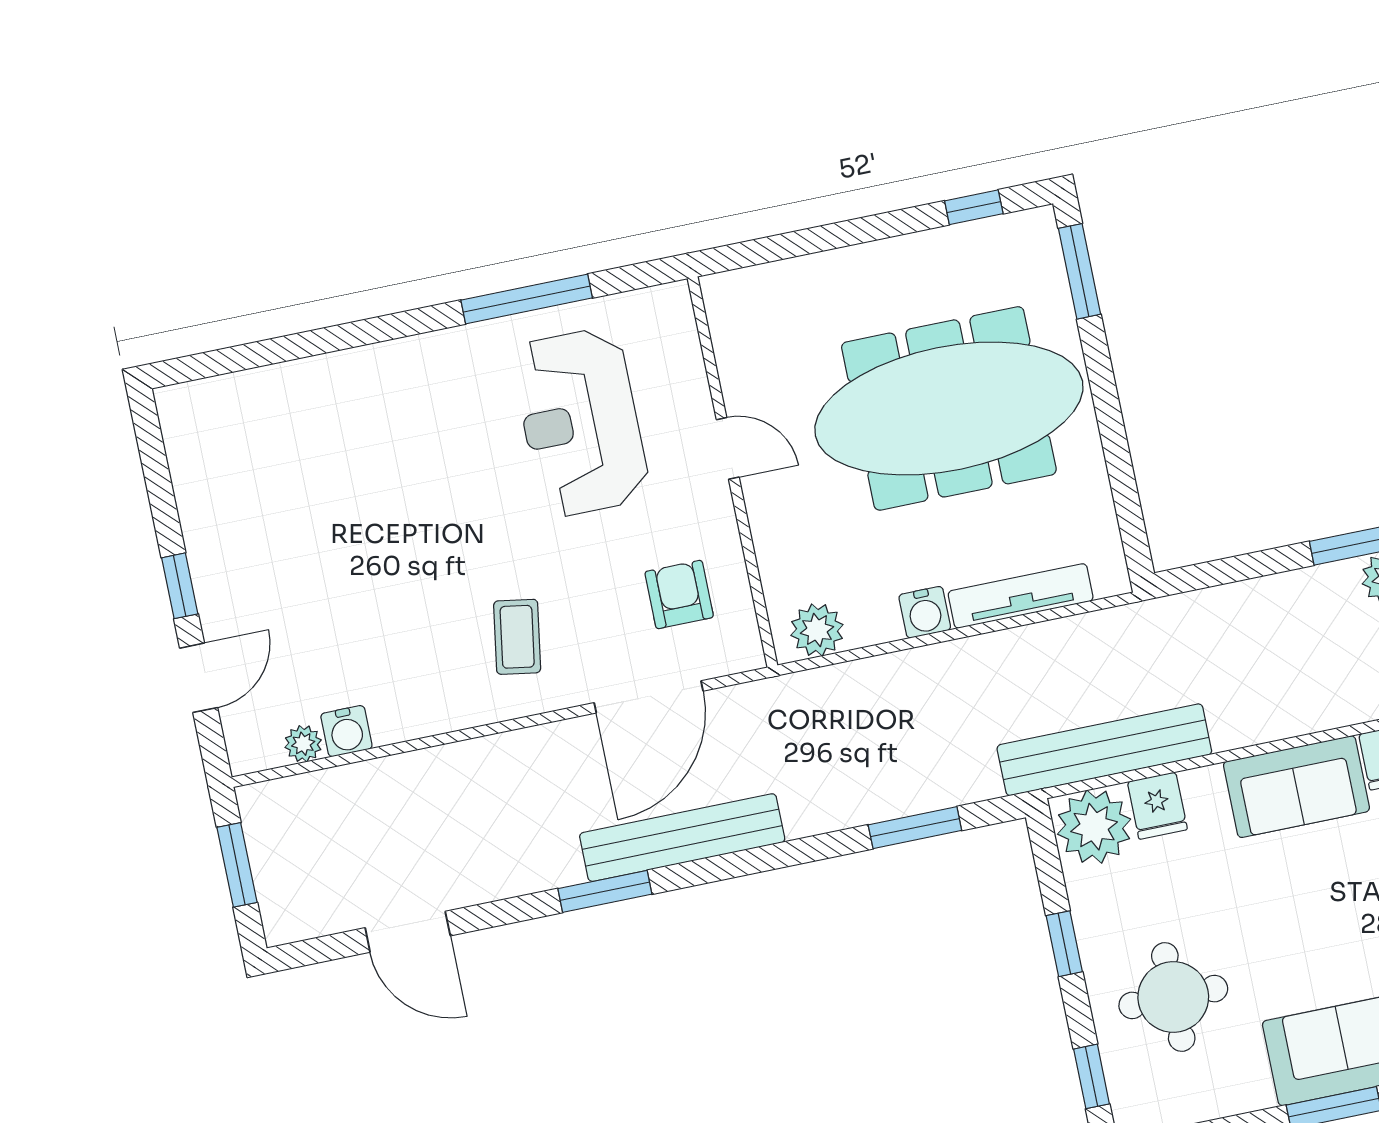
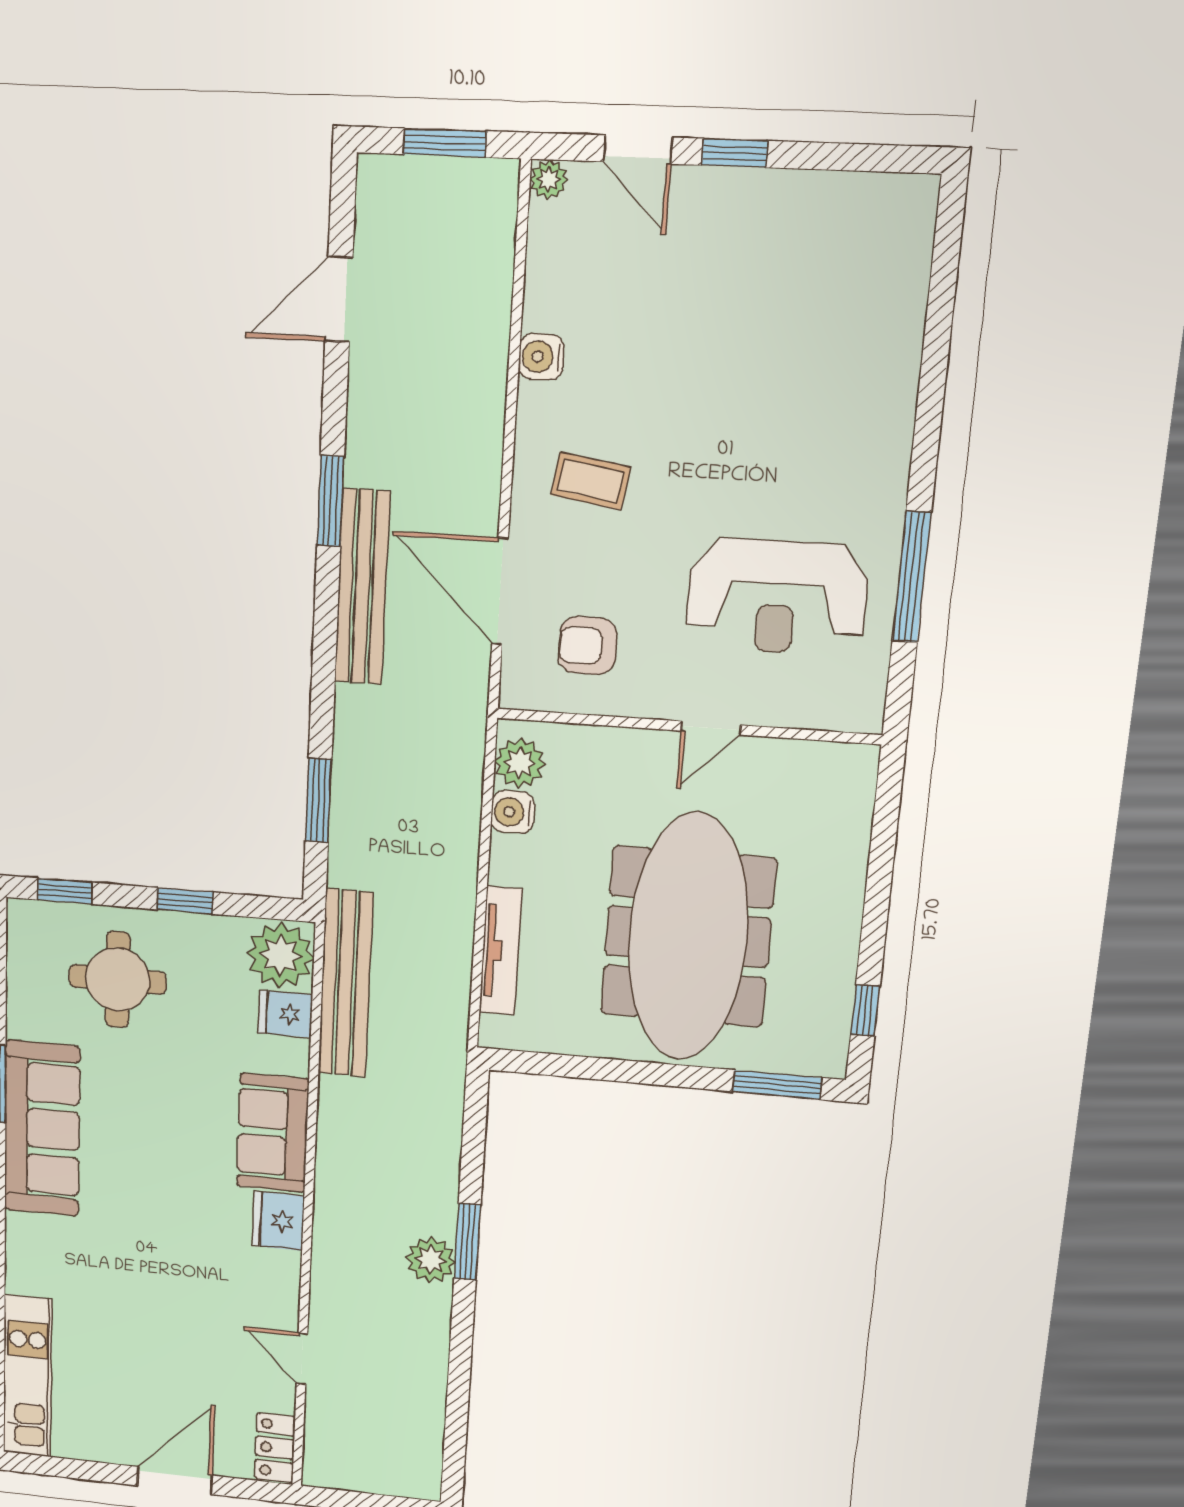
reception desk: (580, 422) -> (777, 597), turned 180
armchair: (679, 594) -> (588, 646), turned 180
water cooler: (925, 612) -> (513, 812), moved
water cooler: (346, 731) -> (541, 357), moved
plant: (303, 744) -> (549, 179), moved

